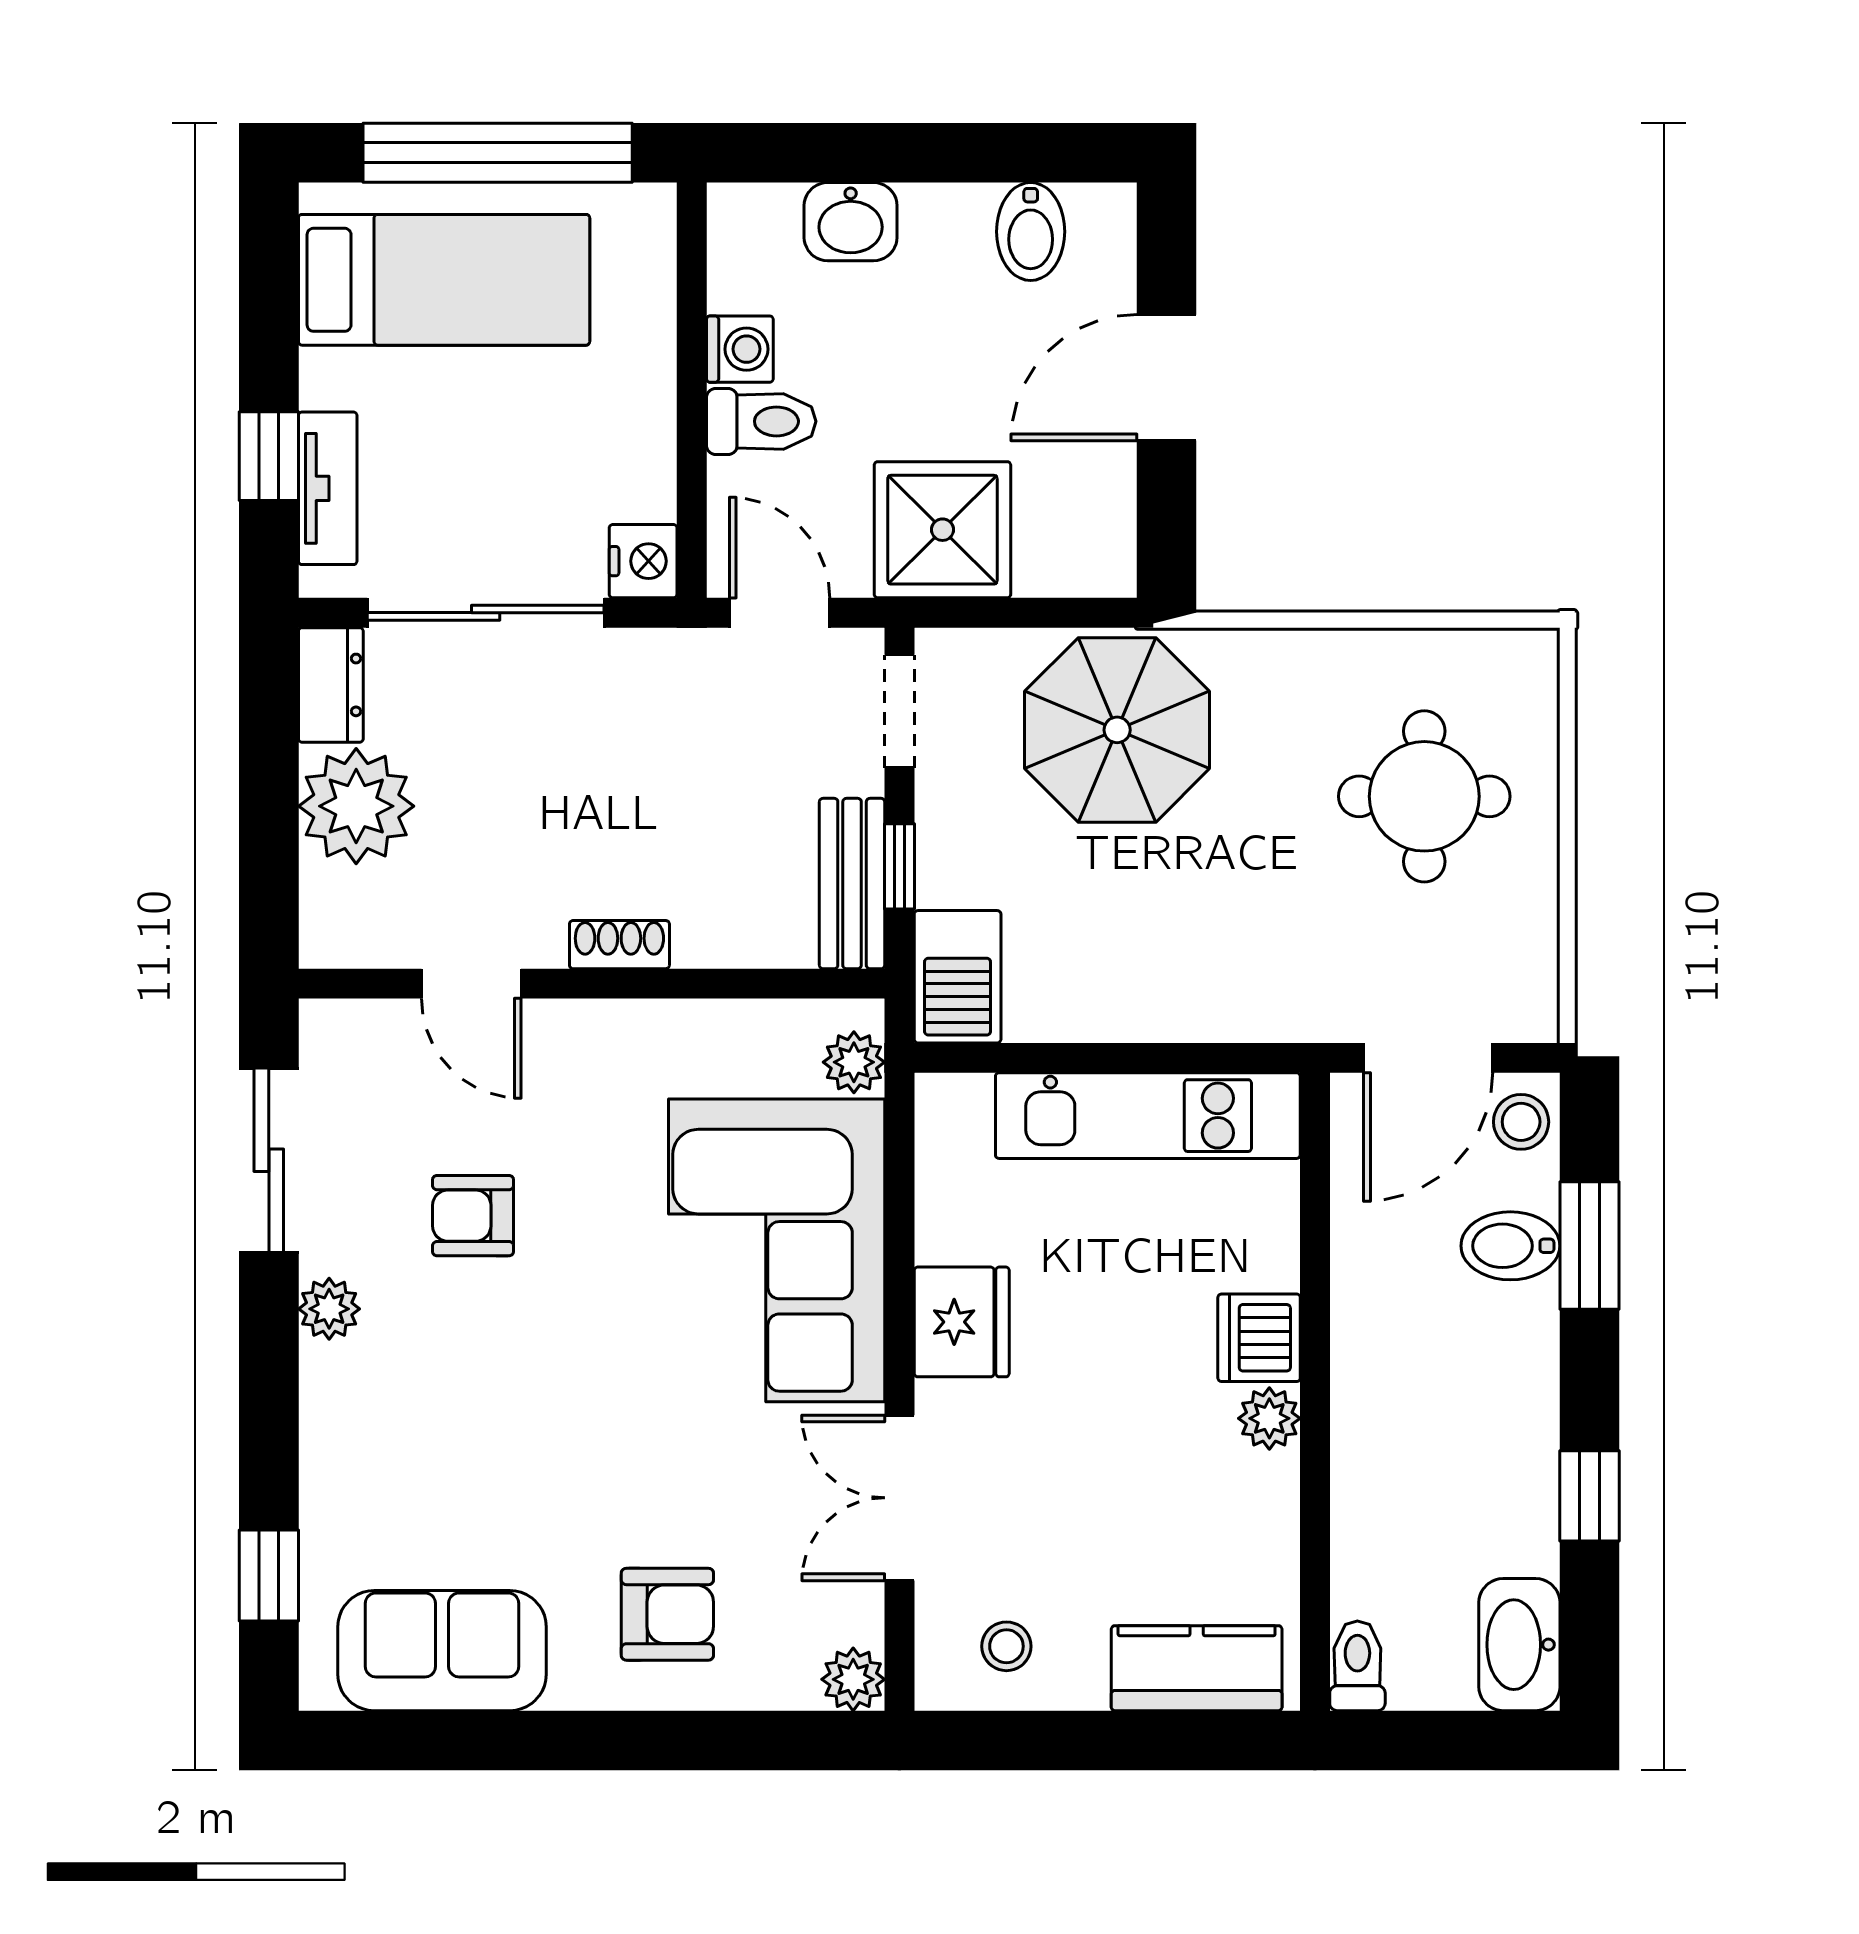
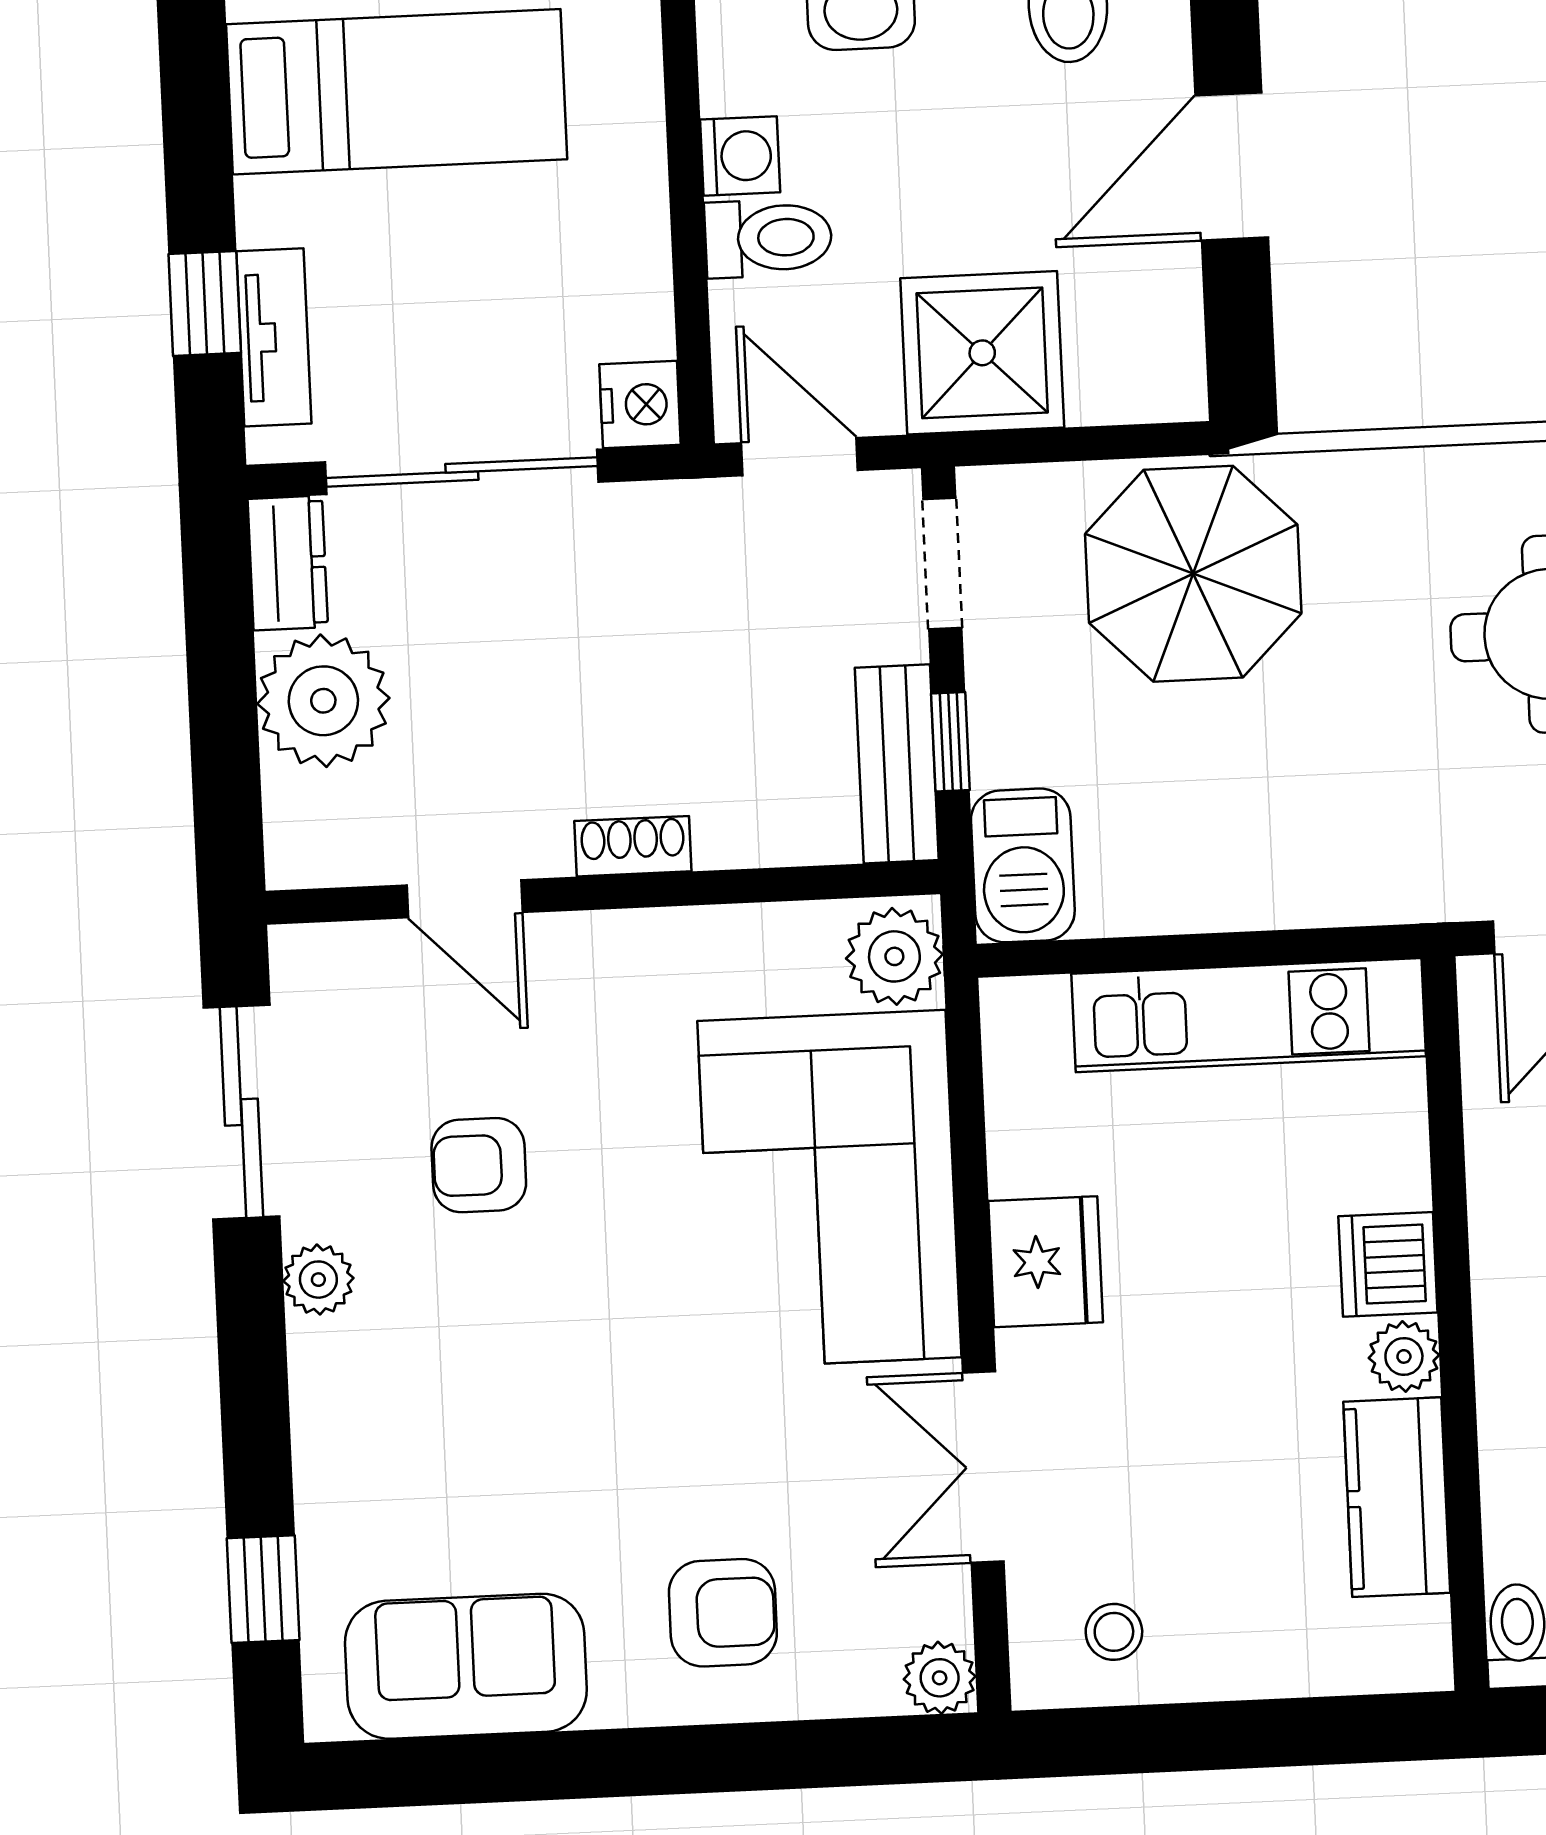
plant: (854, 1062) -> (894, 956), width x1.38, depth x1.38
kitchen counter: (1197, 1668) -> (1397, 1497), moved, turned -90

